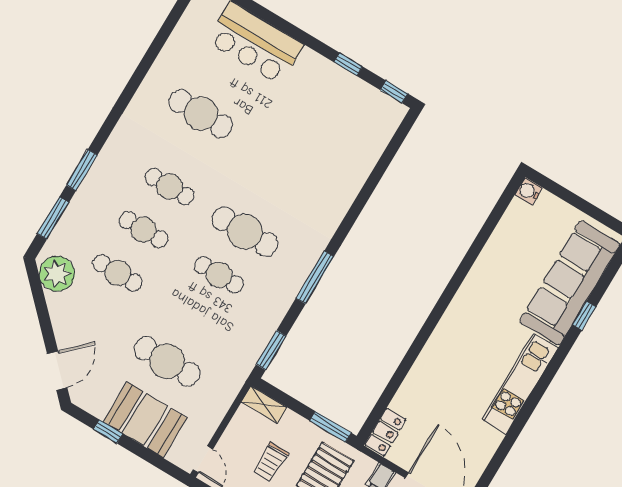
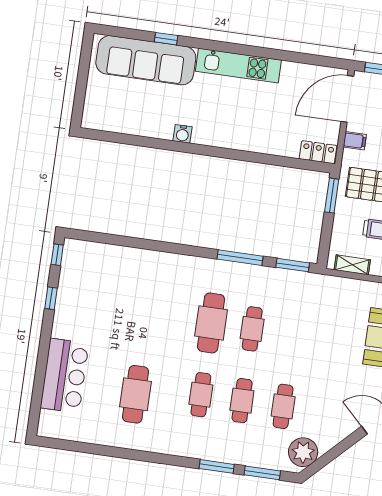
water cooler: (529, 191) -> (183, 134), moved
window: (315, 277) -> (240, 258), moved
cafe table: (167, 361) -> (334, 341), removed
shelving: (264, 405) -> (352, 265), moved, turned 90

